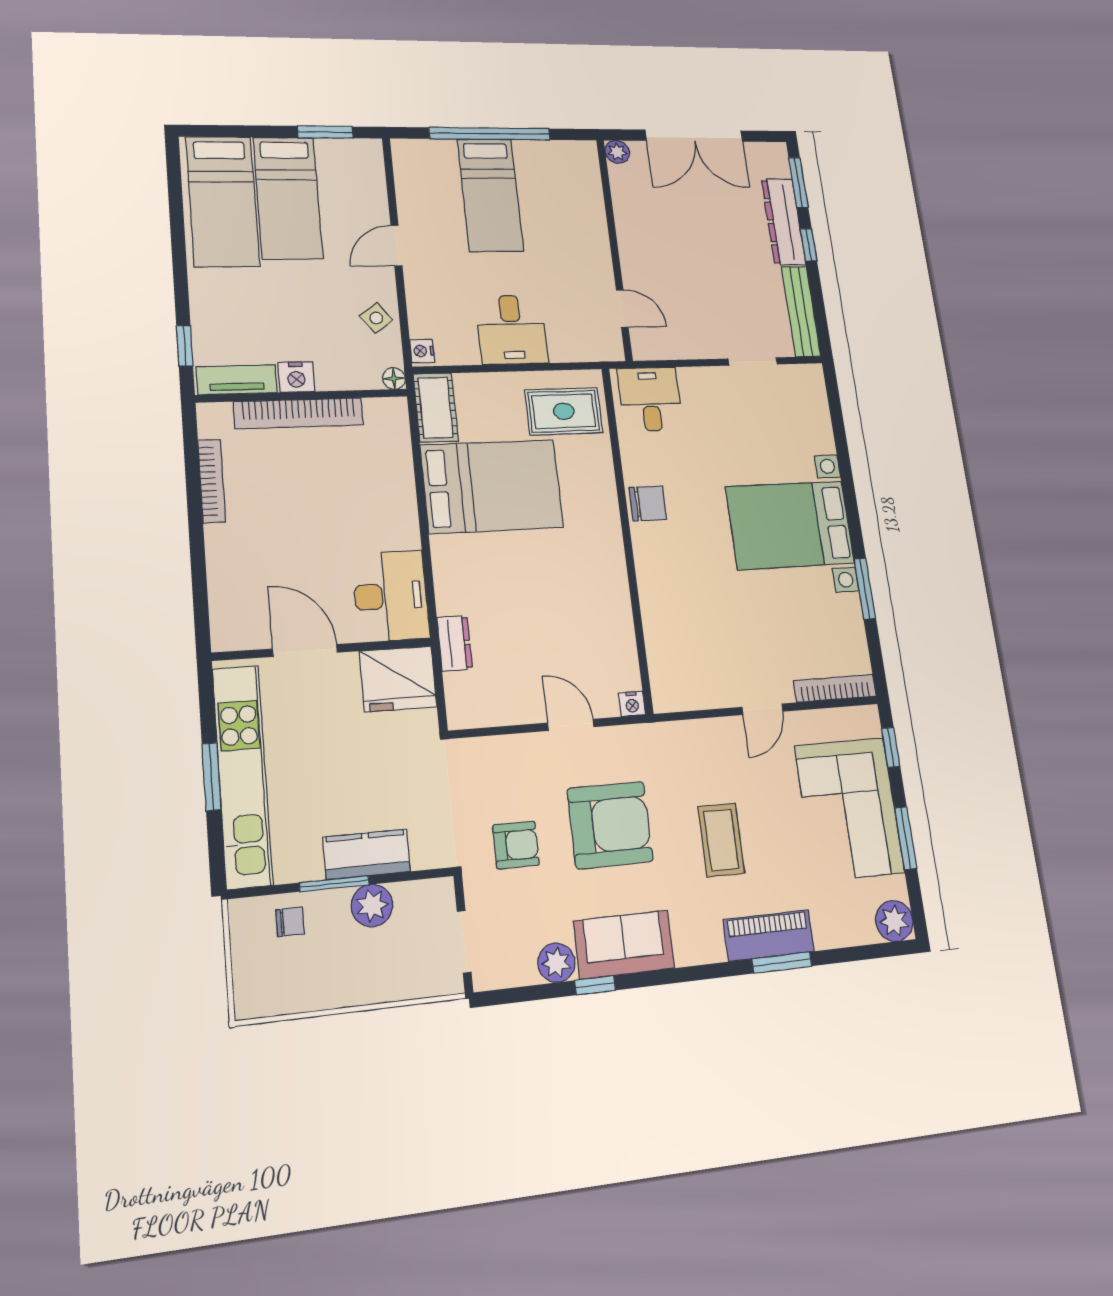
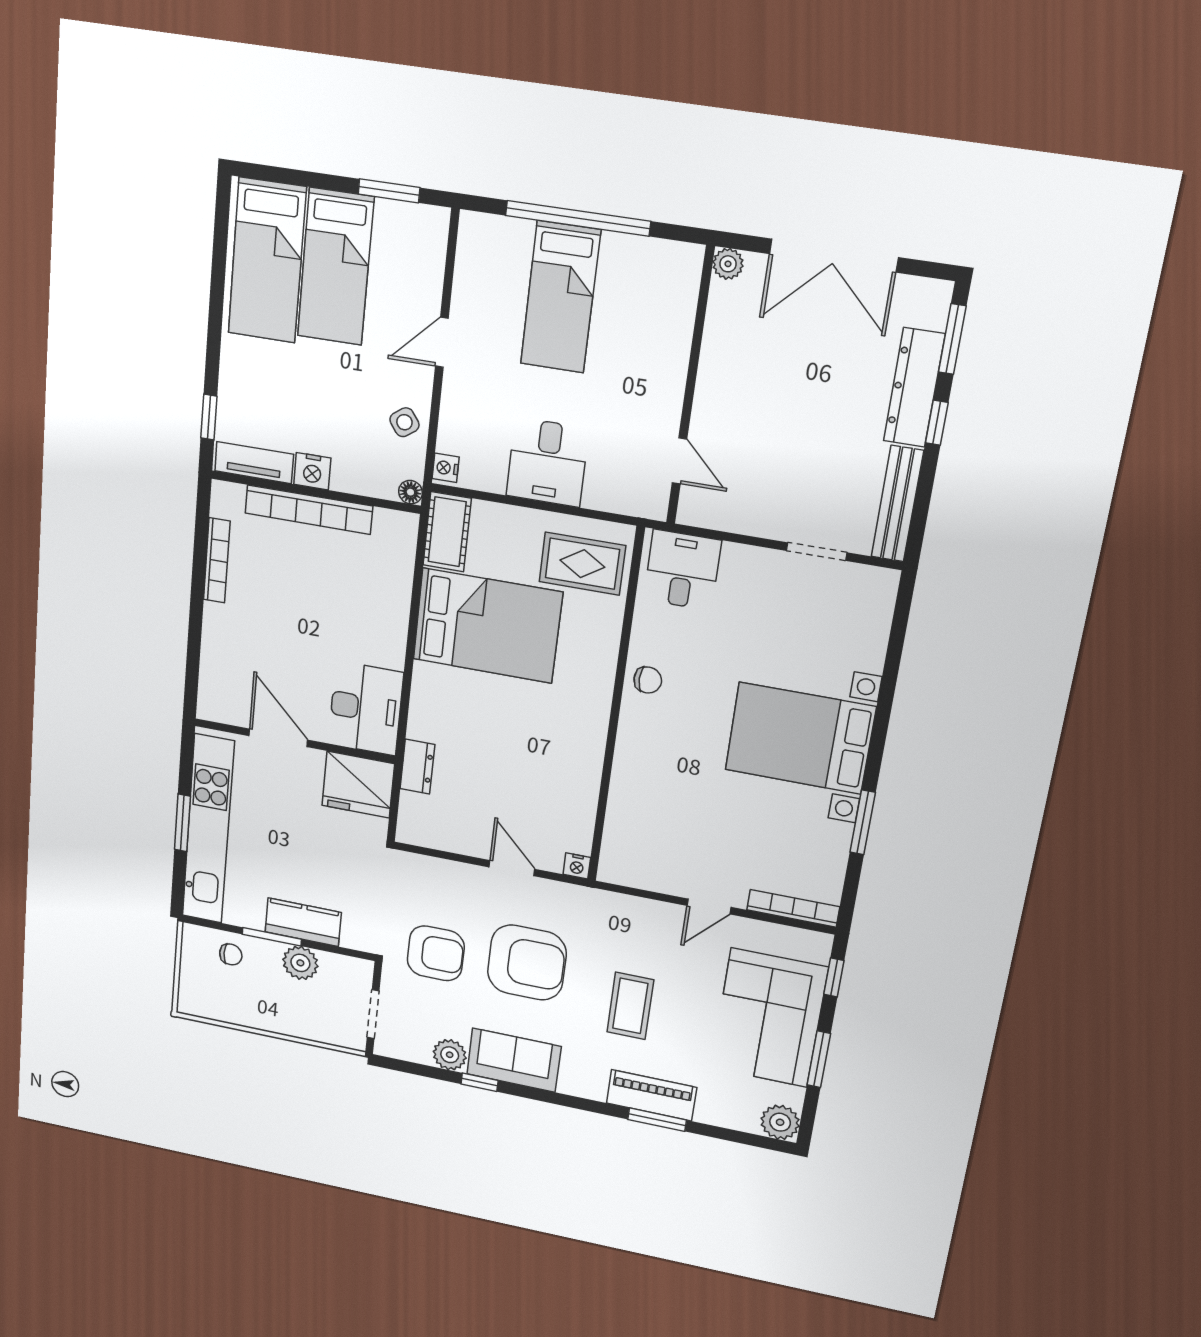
chair: (648, 503) -> (648, 680), width x0.73, depth x0.73
armchair: (516, 845) -> (436, 953), width x1.38, depth x1.38

